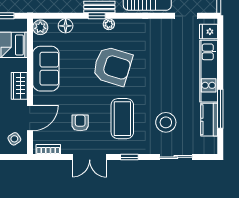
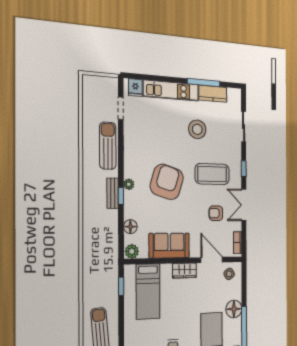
stool: (166, 122) -> (197, 129), moved
double door: (90, 157) -> (244, 205), swing flipped

